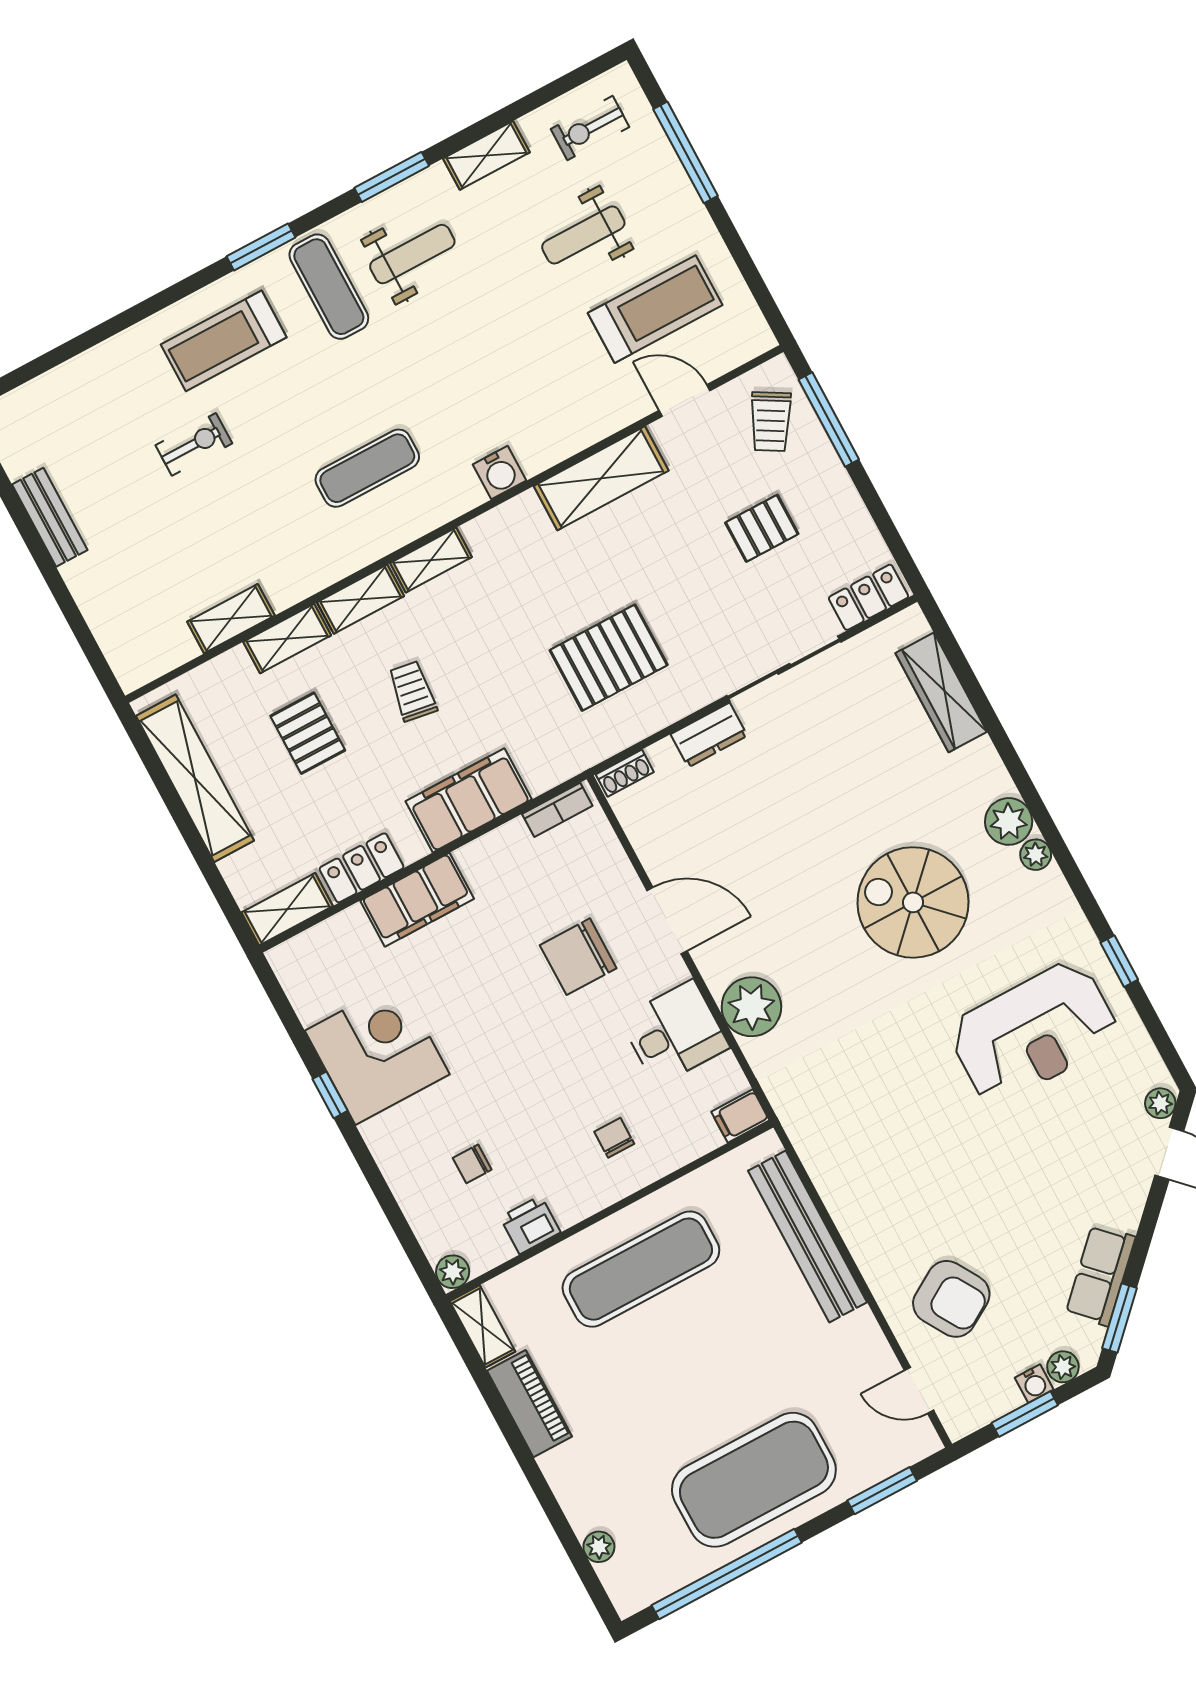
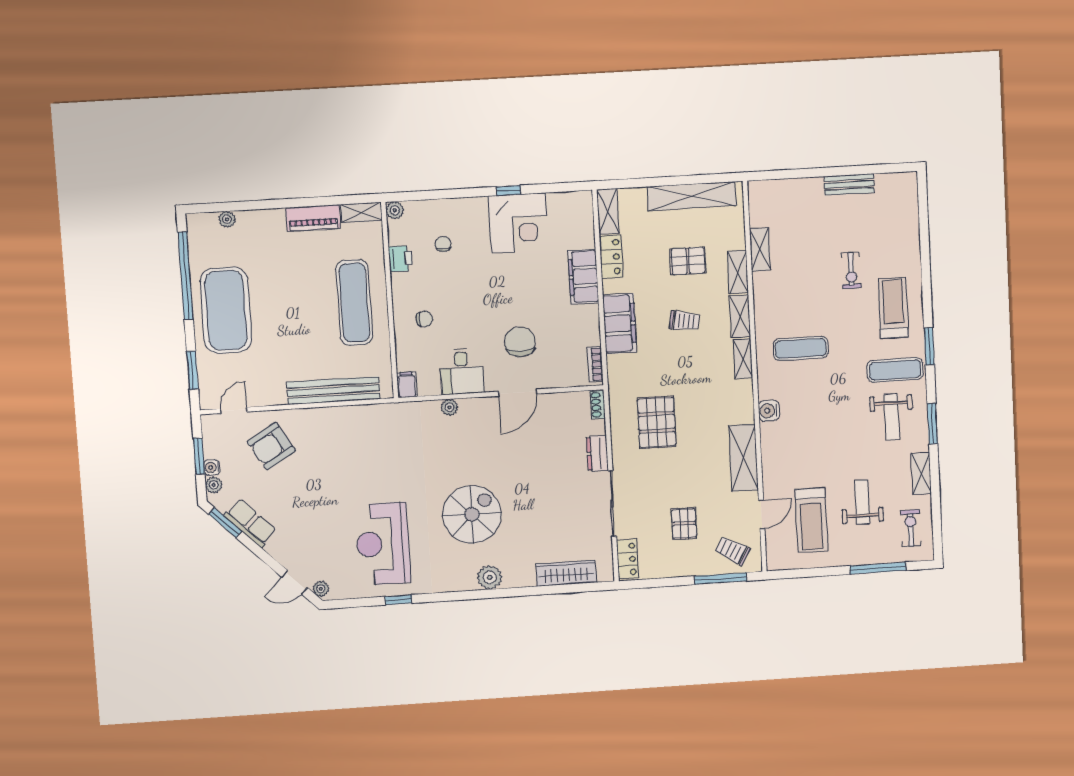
exercise mat: (367, 468) -> (801, 348), turned 90
plant: (1036, 855) -> (468, 583), removed
plant: (751, 1007) -> (449, 407), width x0.53, depth x0.53

